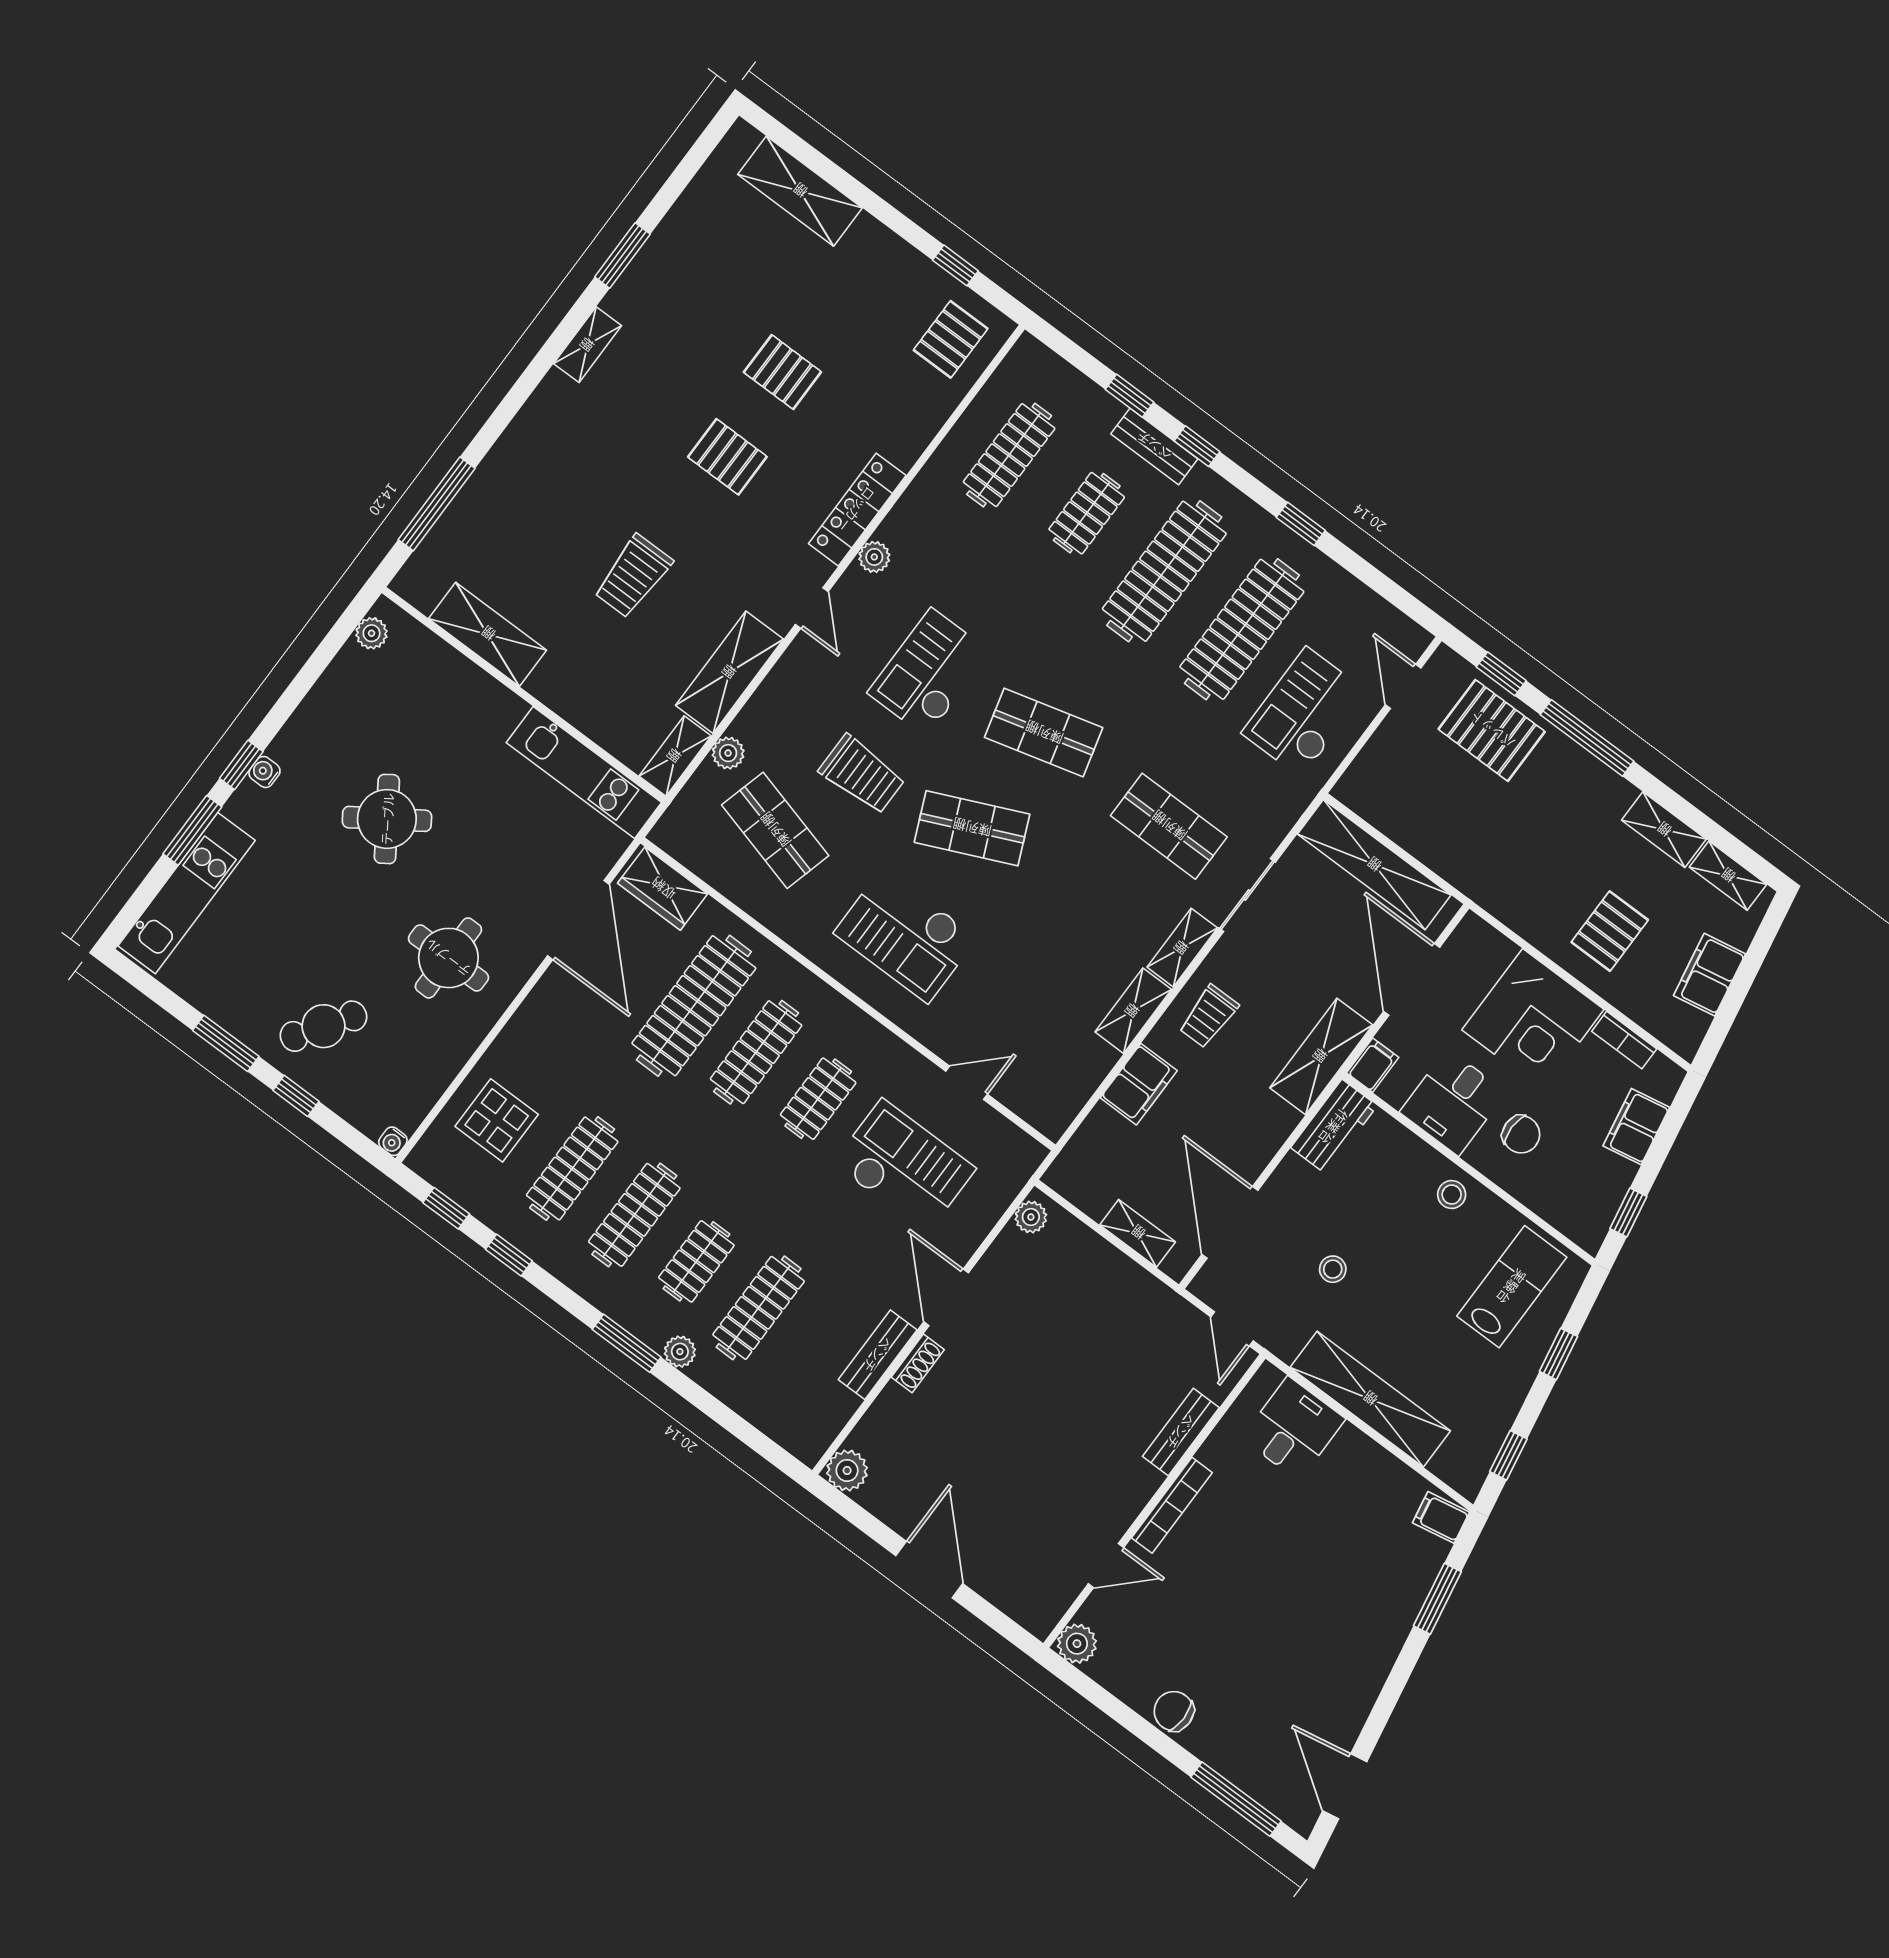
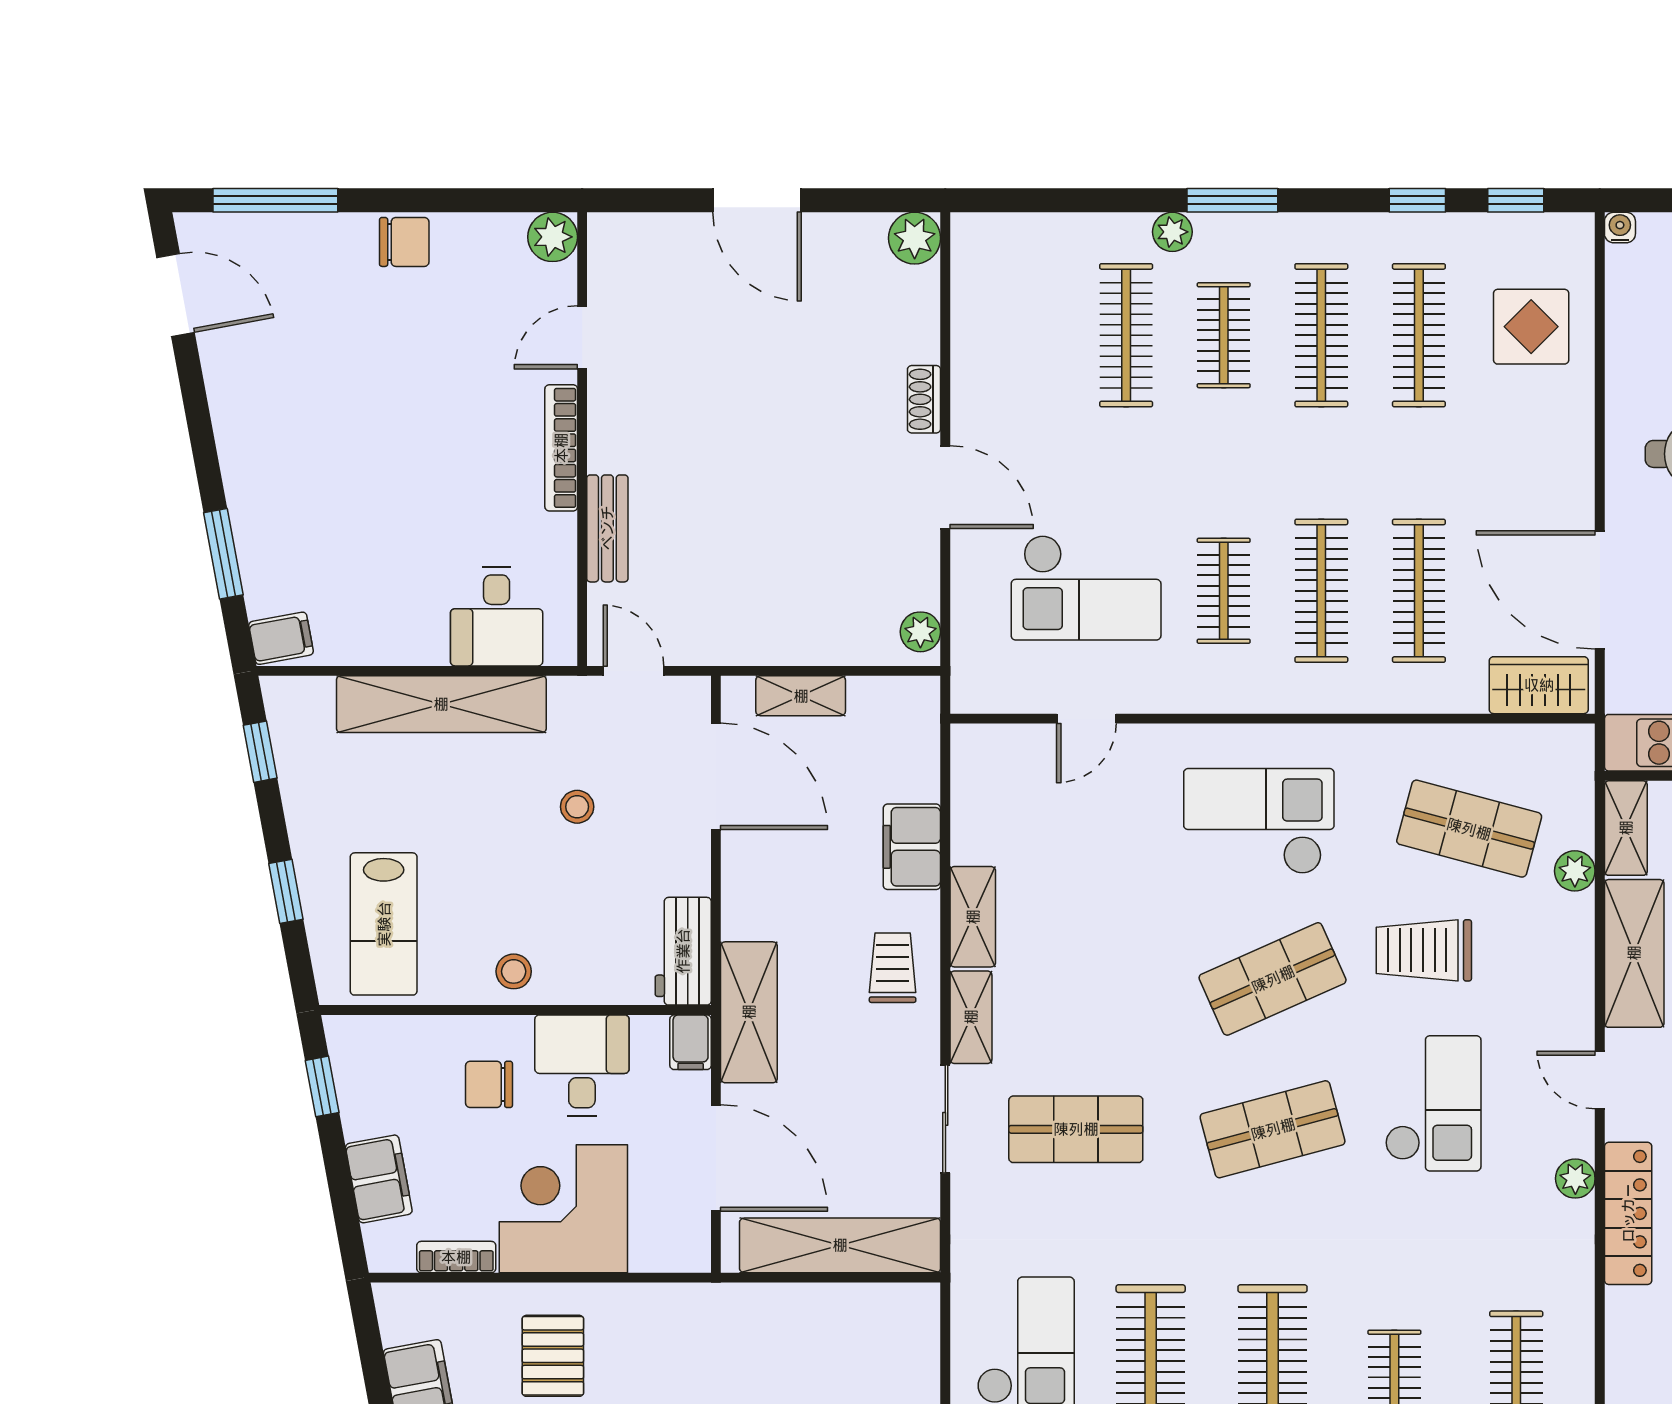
clothes rail: (694, 1006) -> (1419, 591), width x0.73, depth x0.76
bench: (878, 1355) -> (971, 378), removed

